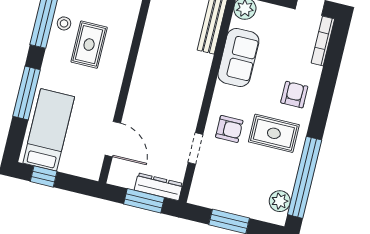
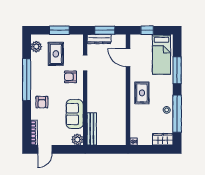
rug: (89, 45) -> (142, 93), moved
rug: (274, 133) -> (56, 54), moved, turned 90
window: (44, 176) -> (147, 30), moved
window: (305, 177) -> (27, 80), moved

